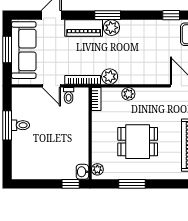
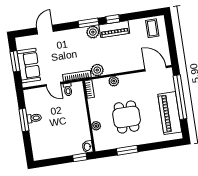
window: (171, 15) -> (113, 19), moved
piano: (84, 28) -> (114, 29), moved
sofa: (24, 50) -> (29, 66), width x0.73
dining table: (138, 142) -> (127, 117), turned 90
plant: (97, 169) -> (96, 126), moved

